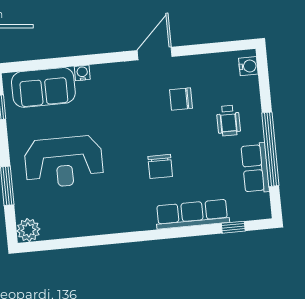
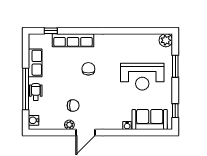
plant: (184, 64) -> (69, 125), added
wheelchair: (228, 120) -> (36, 92), moved
window: (270, 149) -> (26, 89), moved
reception desk: (64, 162) -> (142, 77), turned 180

